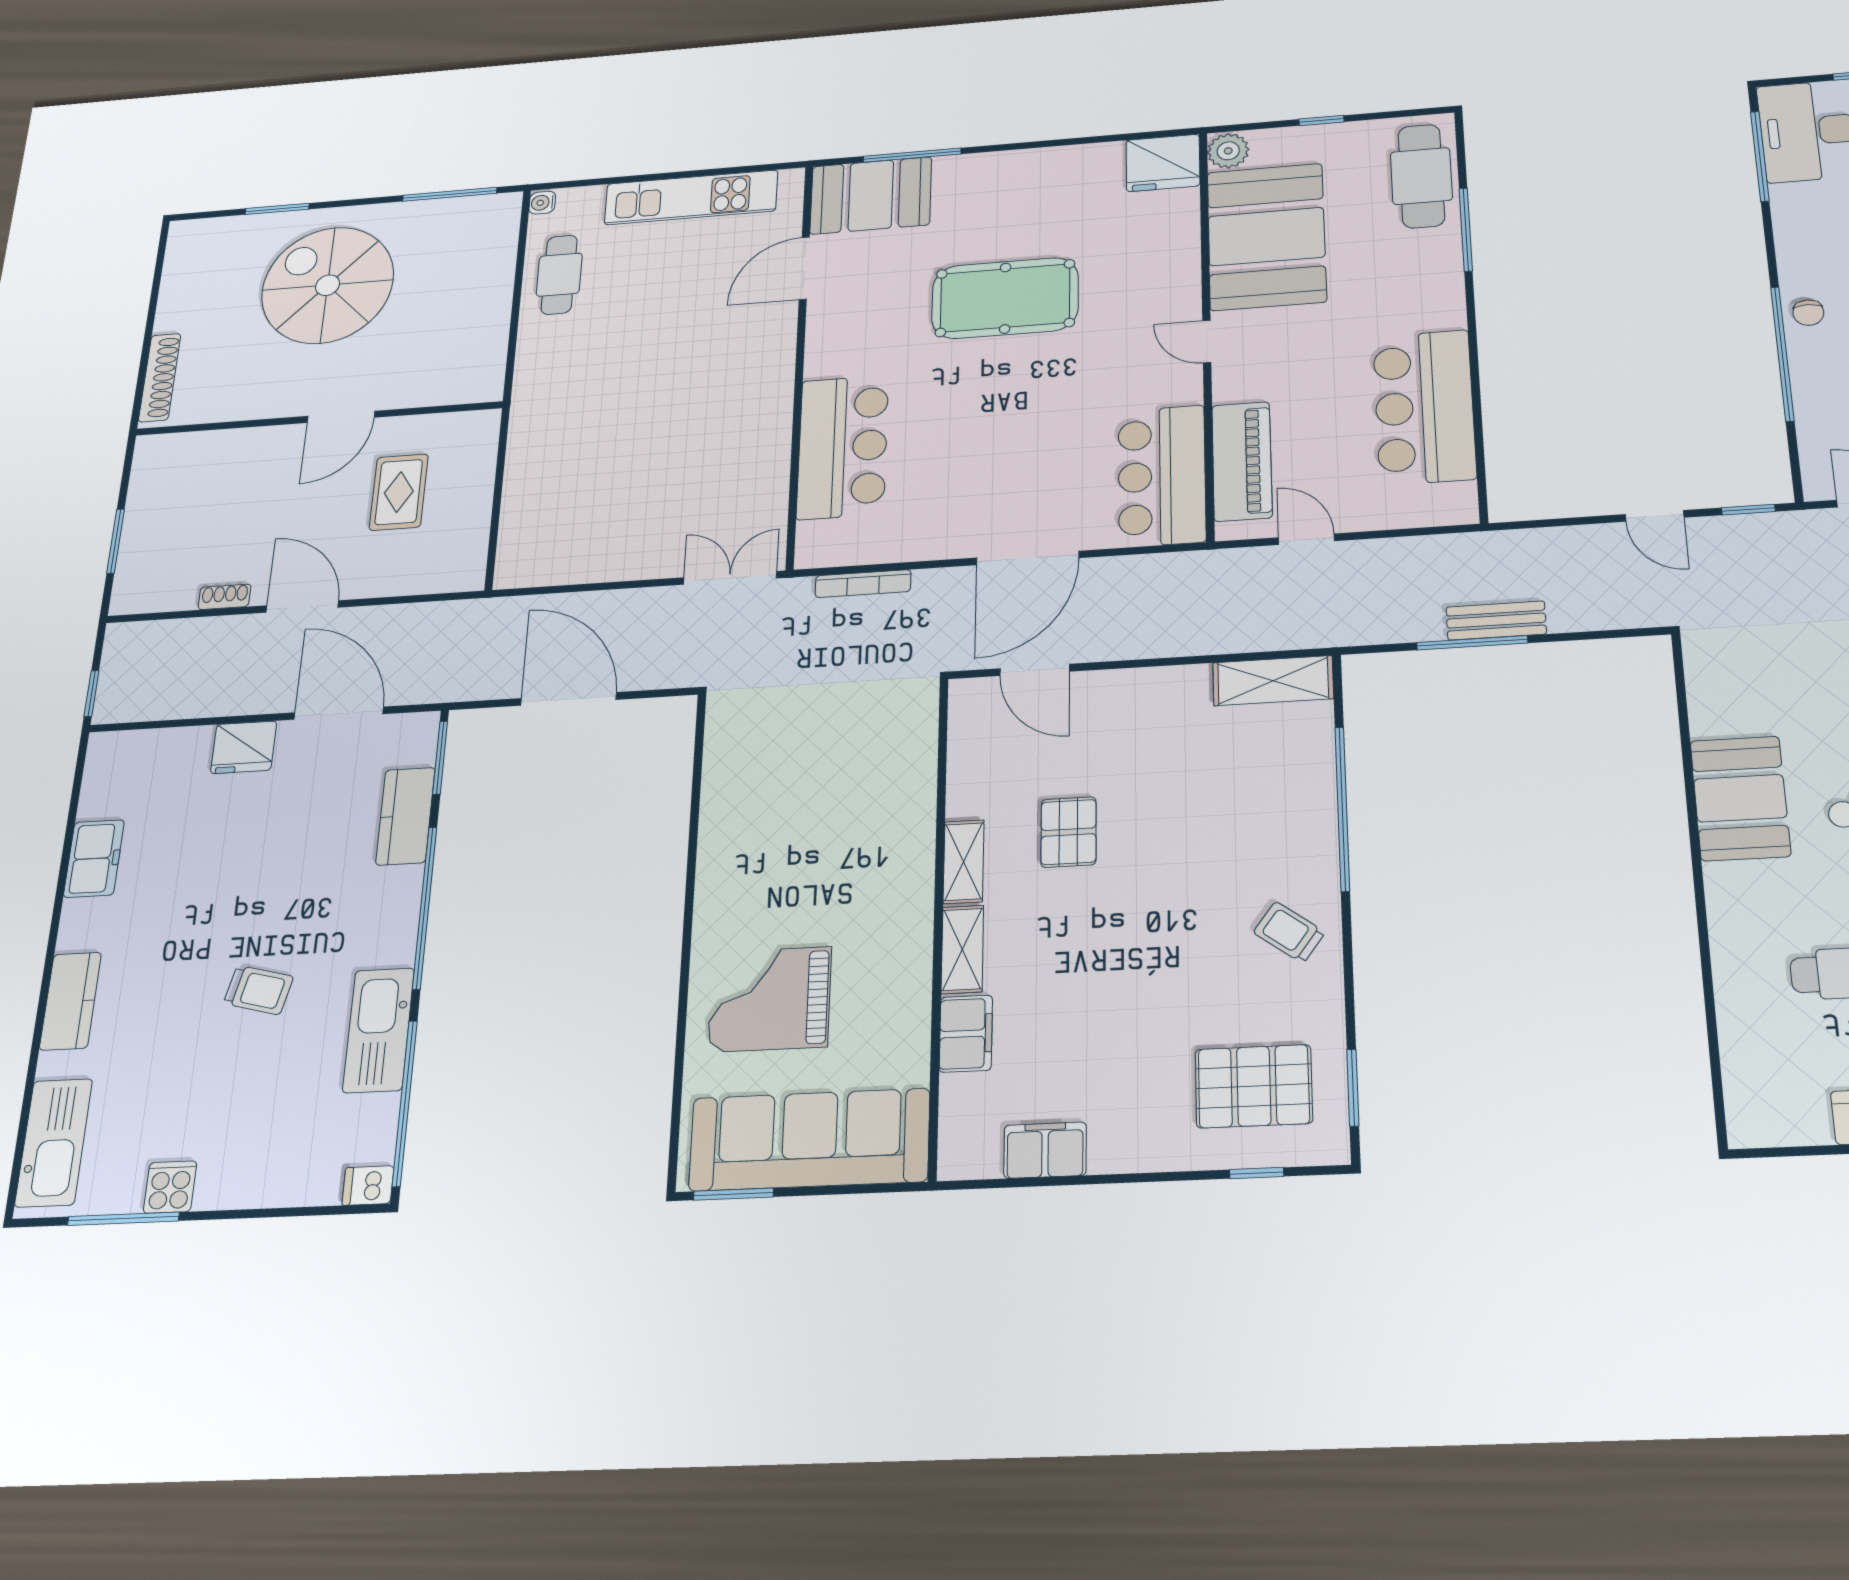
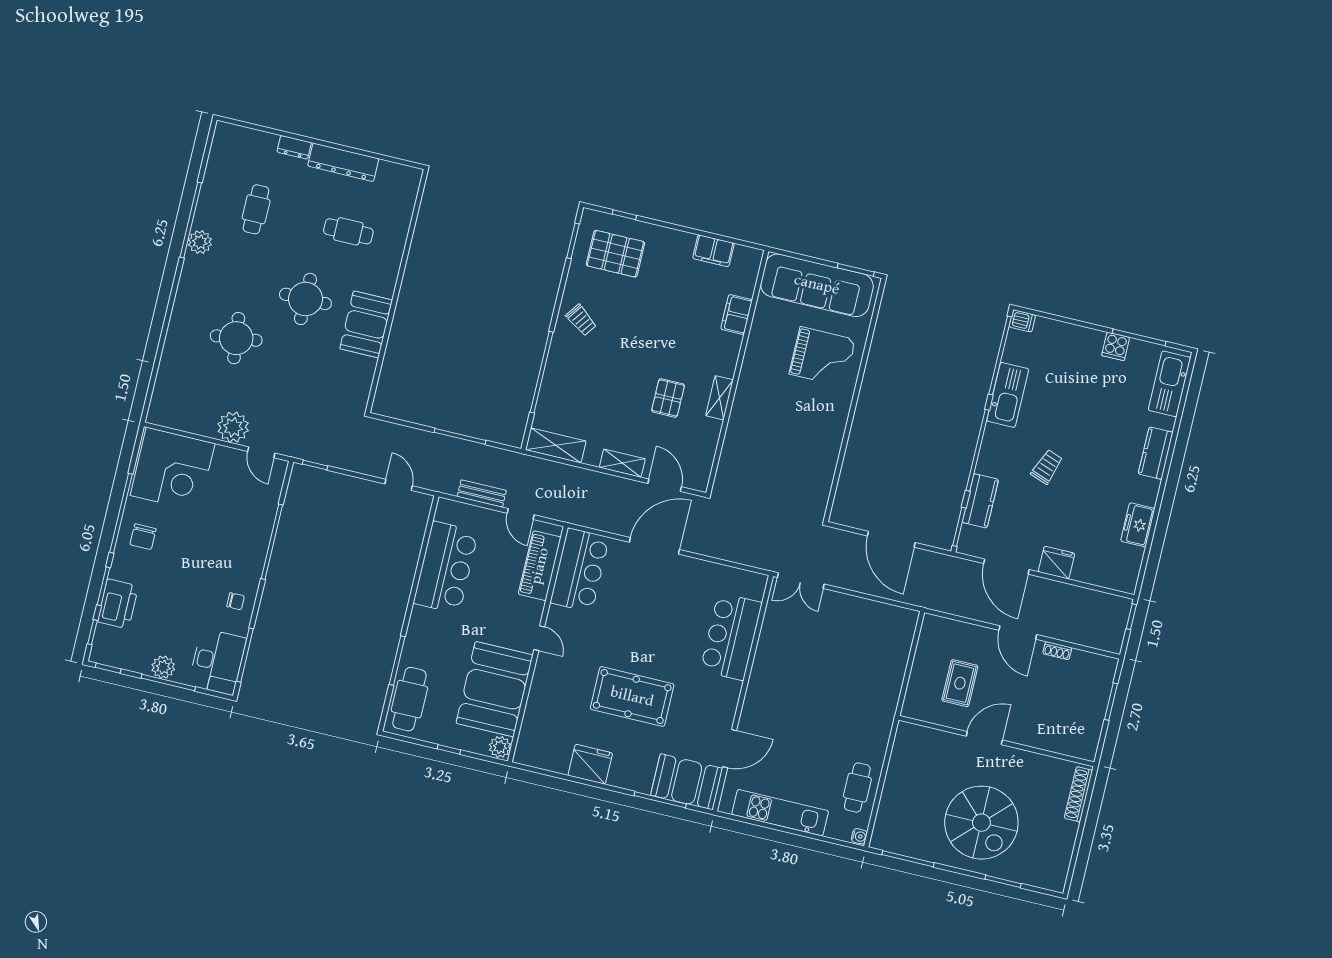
fridge: (1163, 163) -> (590, 764), moved
chair: (1808, 313) -> (236, 601), moved, turned 90
door: (1655, 516) -> (399, 485), moved
bookcase: (863, 584) -> (736, 557), removed
bench: (1496, 621) -> (482, 493), moved
shelving: (962, 949) -> (622, 463), moved, turned 90
trolley: (259, 990) -> (1047, 467), moved, turned 96

